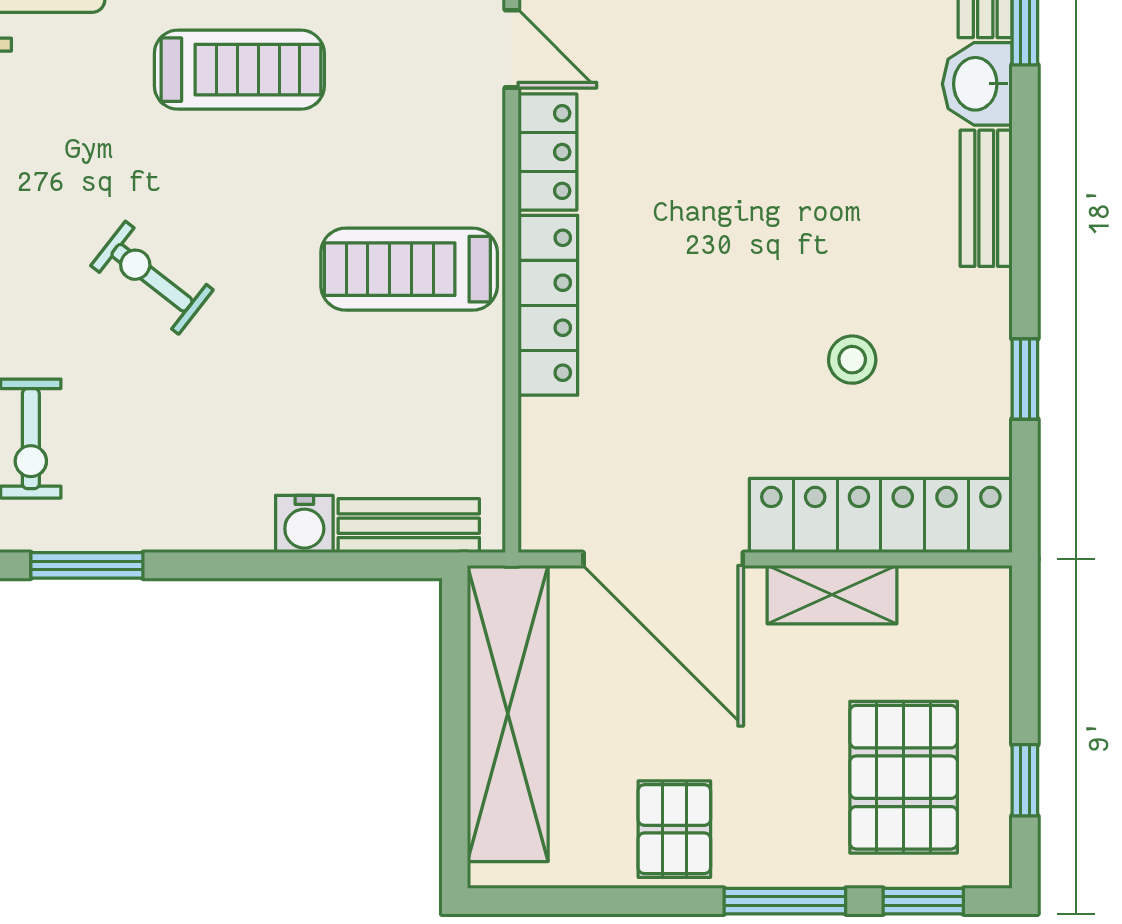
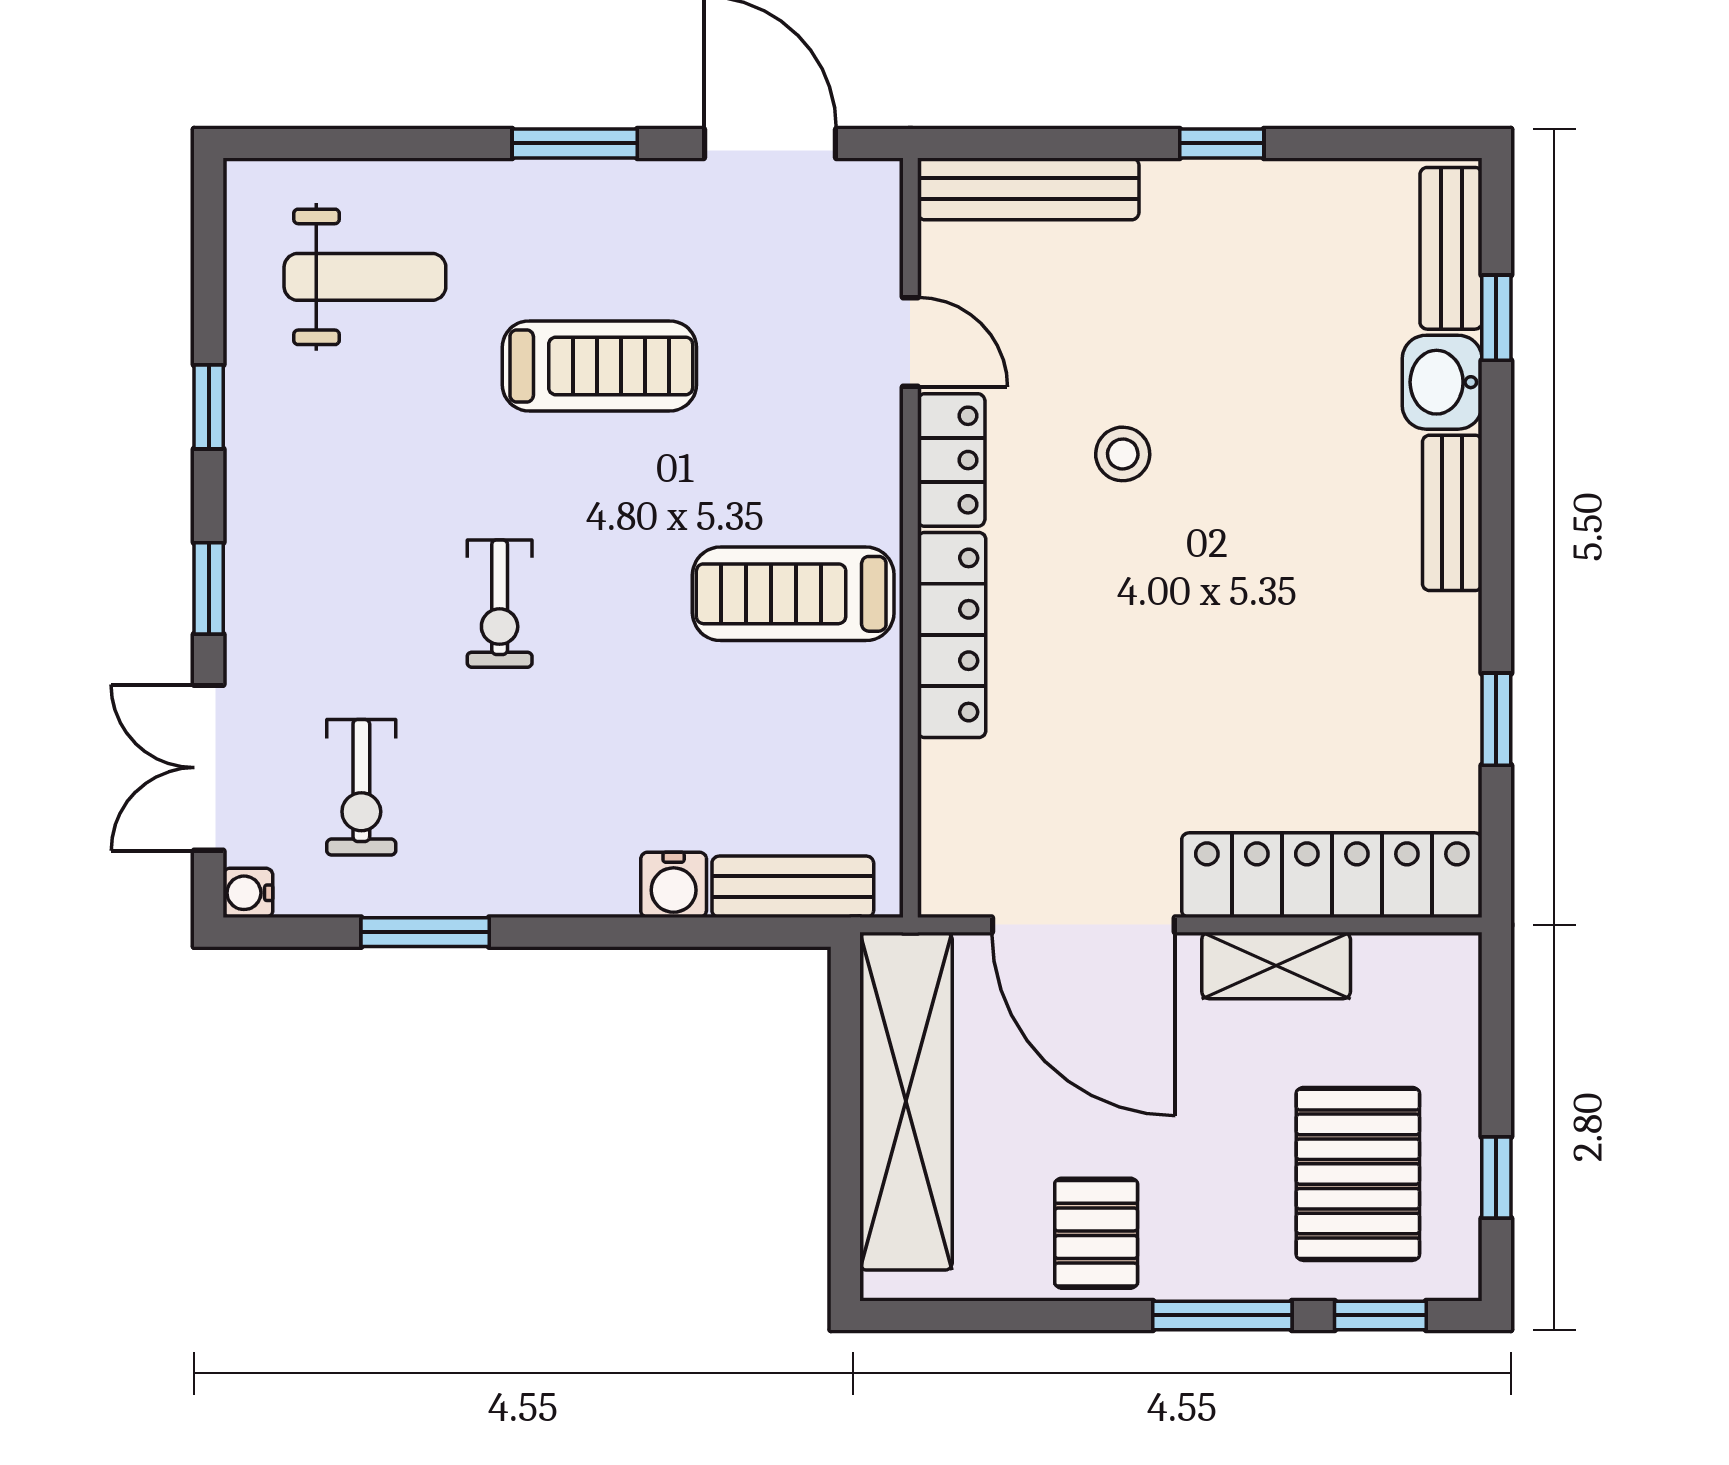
exercise bike: (152, 278) -> (500, 604), turned -128
stool: (852, 360) -> (1123, 454), moved

